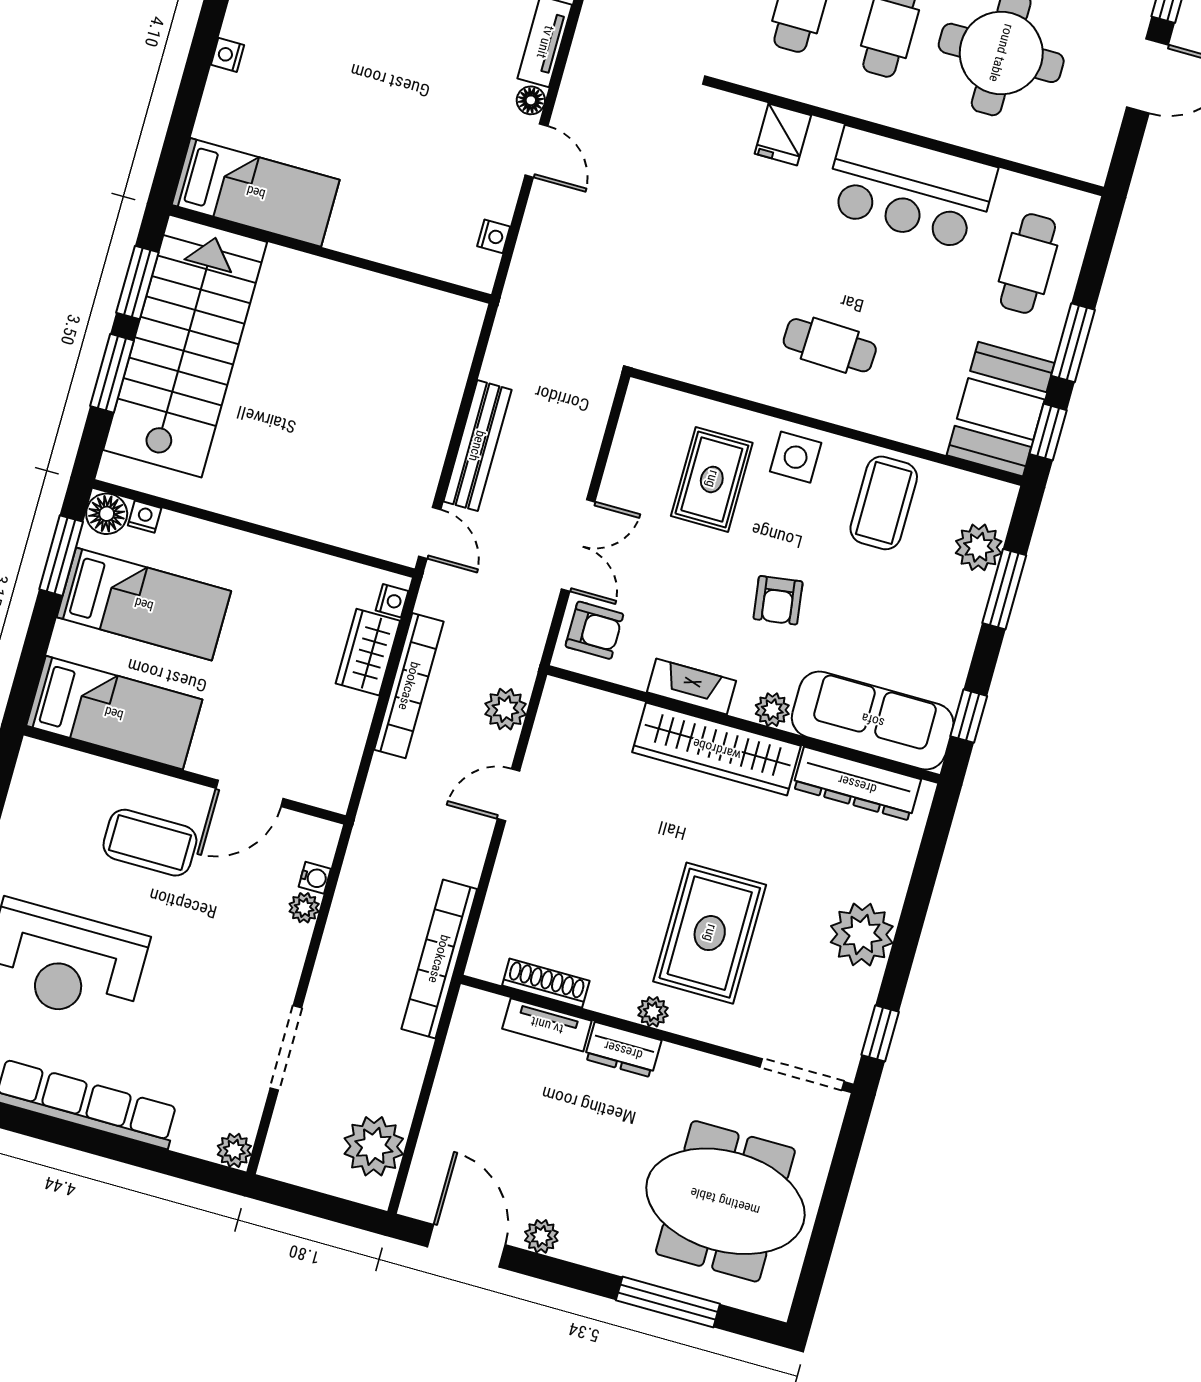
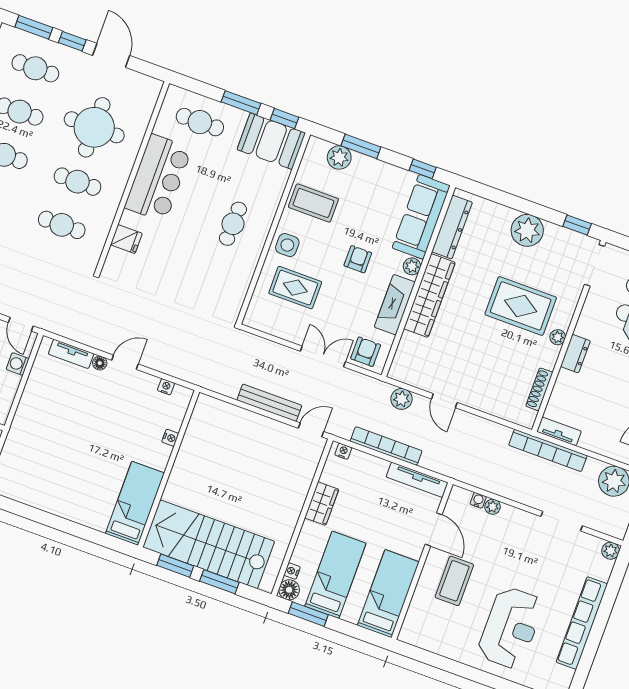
nightstand: (227, 55) -> (170, 438), moved, turned -90
armchair: (778, 600) -> (358, 259), turned -82
wardrobe: (368, 652) -> (322, 504), moved, turned -90
fireplace: (692, 686) -> (395, 305), width x1.37, depth x1.32
tv unit: (346, 753) -> (417, 480), added
bookcase: (439, 959) -> (548, 450), moved
tv unit: (547, 1025) -> (559, 431), moved, turned -90

